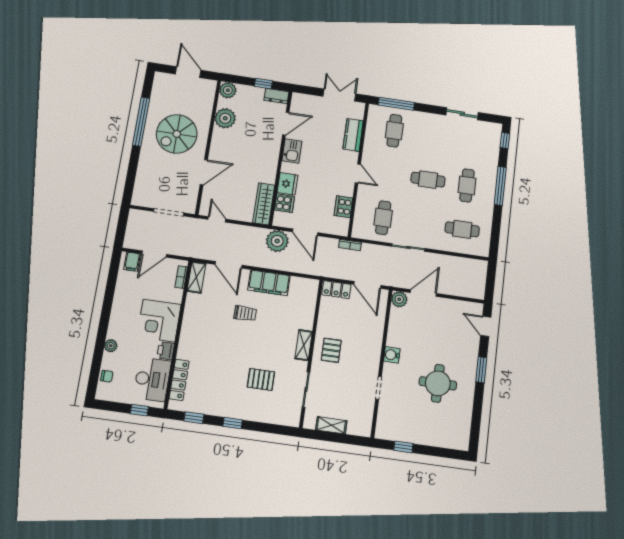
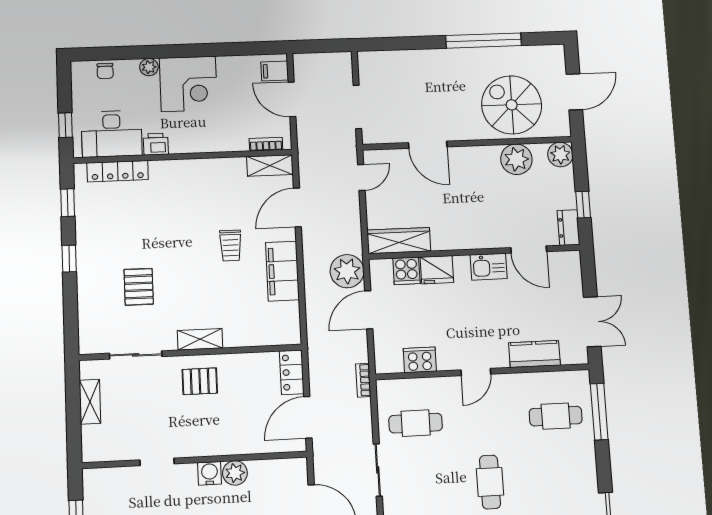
spiral stairs: (177, 134) -> (512, 105), moved
plant: (399, 299) -> (235, 473), moved
corner desk: (159, 321) -> (188, 84), moved, turned 180

